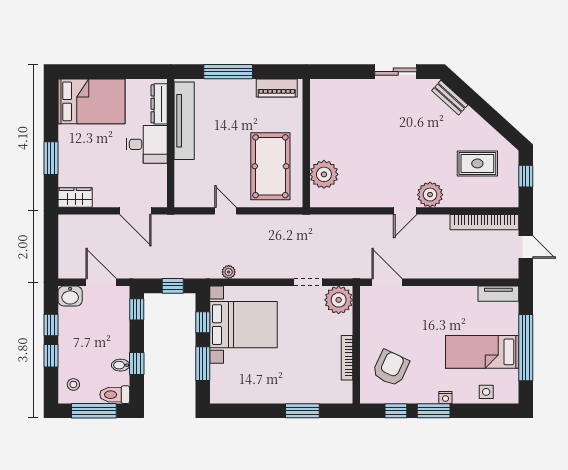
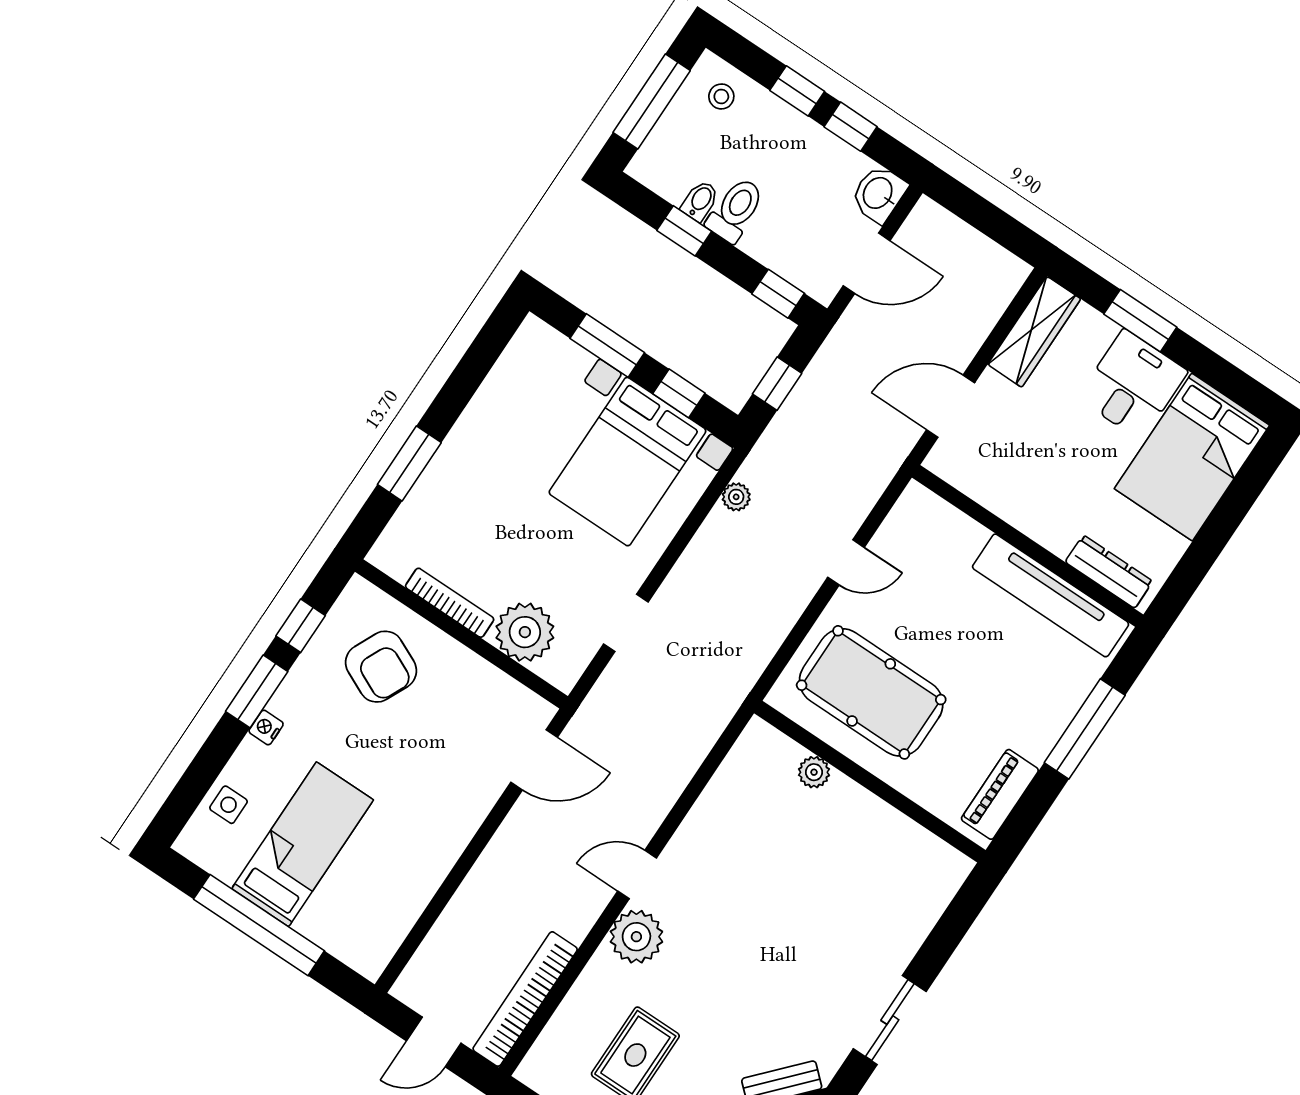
desk: (147, 144) -> (1133, 385), moved, turned 180
plant: (324, 174) -> (814, 772), width x0.53, depth x0.53
wardrobe: (75, 197) -> (1034, 332), width x1.50
door: (405, 211) -> (637, 875), hinge flipped
tv unit: (498, 294) -> (385, 940), removed
plant: (339, 300) -> (525, 632), moved
toilet: (115, 395) -> (736, 210), moved

